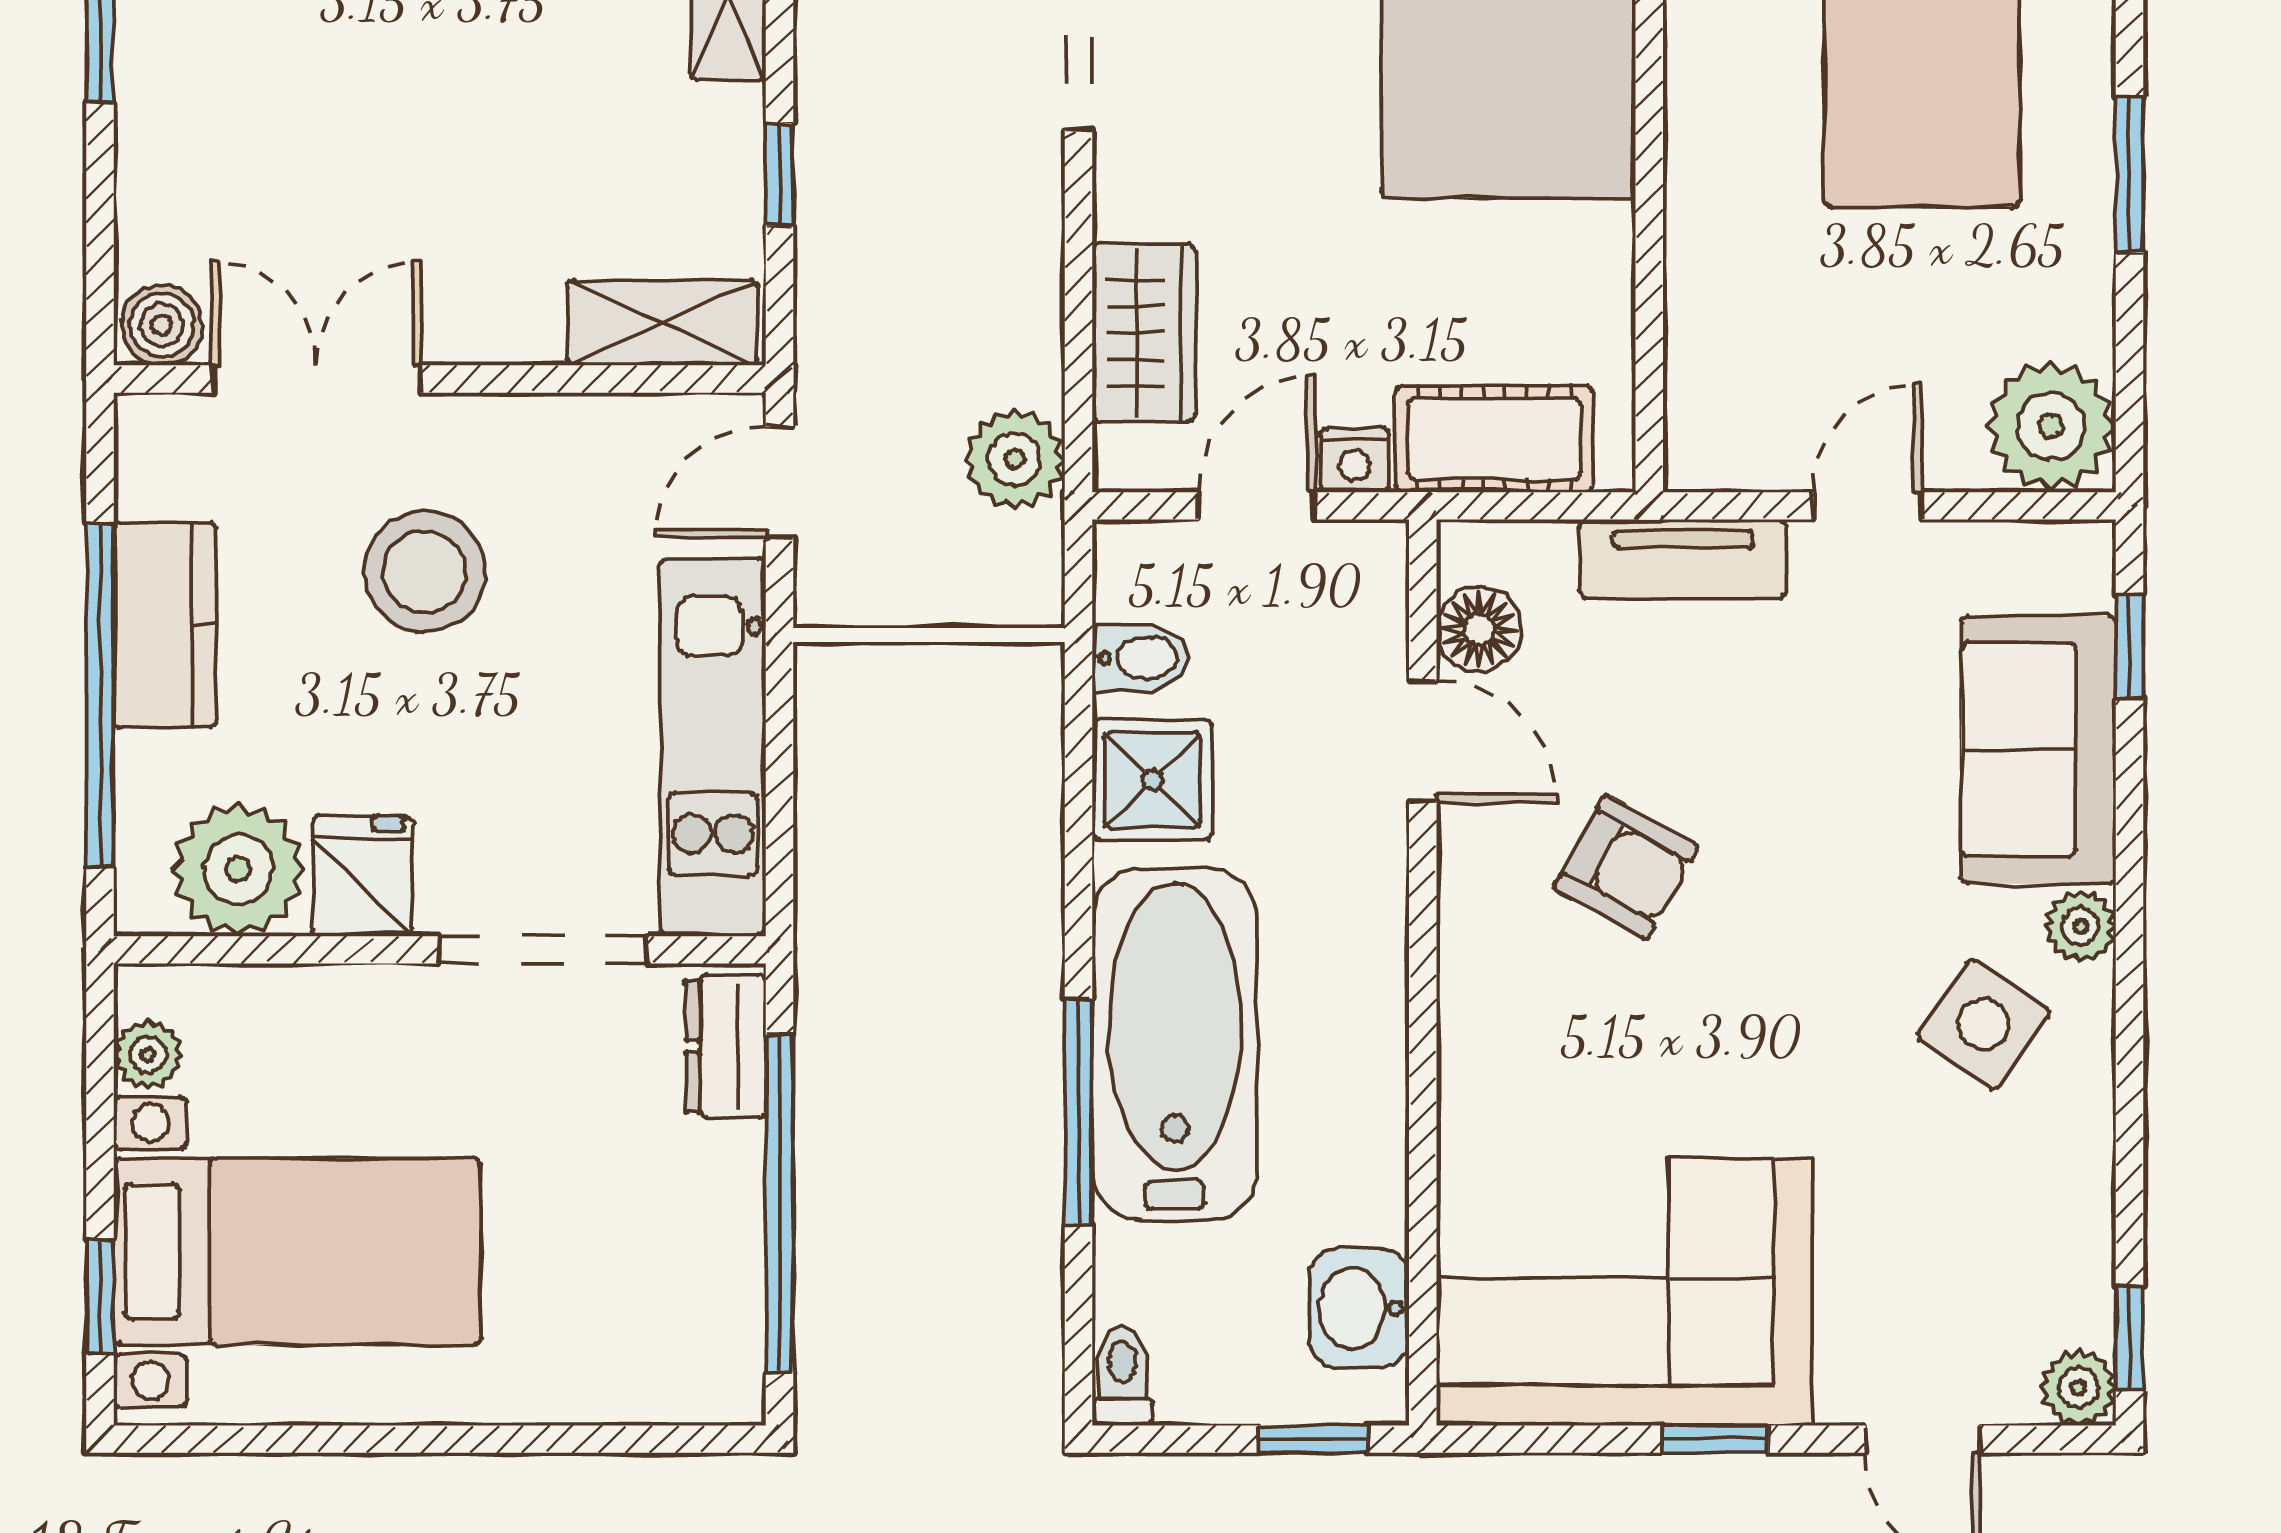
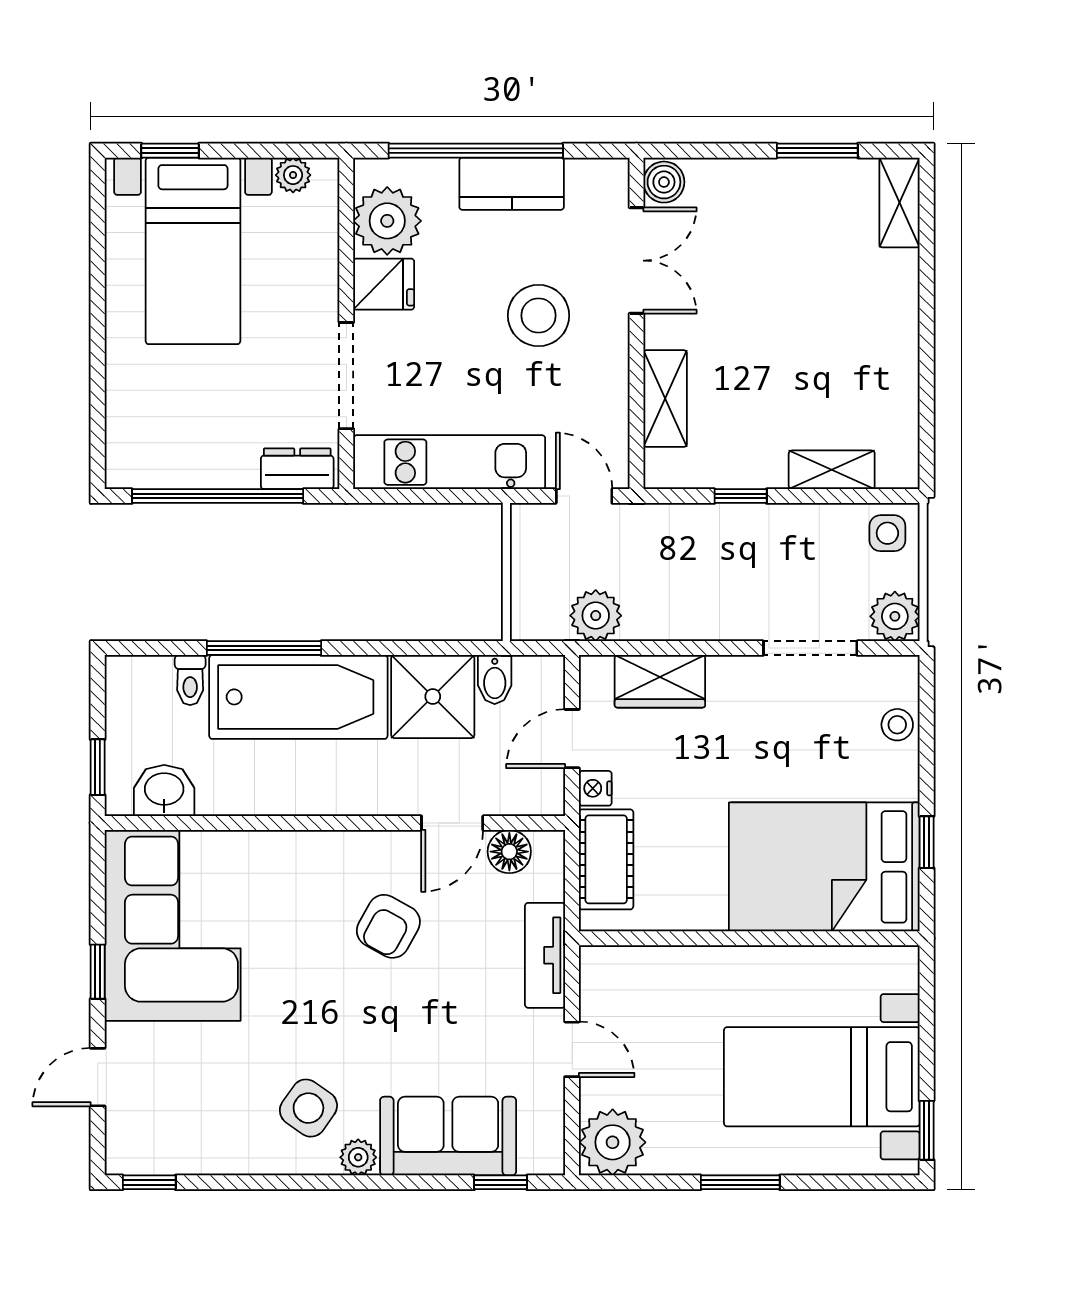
shelving: (662, 323) -> (665, 399), moved
door: (1257, 506) -> (572, 739), swing flipped
shower: (1152, 780) -> (433, 697), width x1.36, depth x1.36
toilet: (1122, 1376) -> (190, 680), moved, turned 90
plant: (2078, 1388) -> (124, 1156), removed

